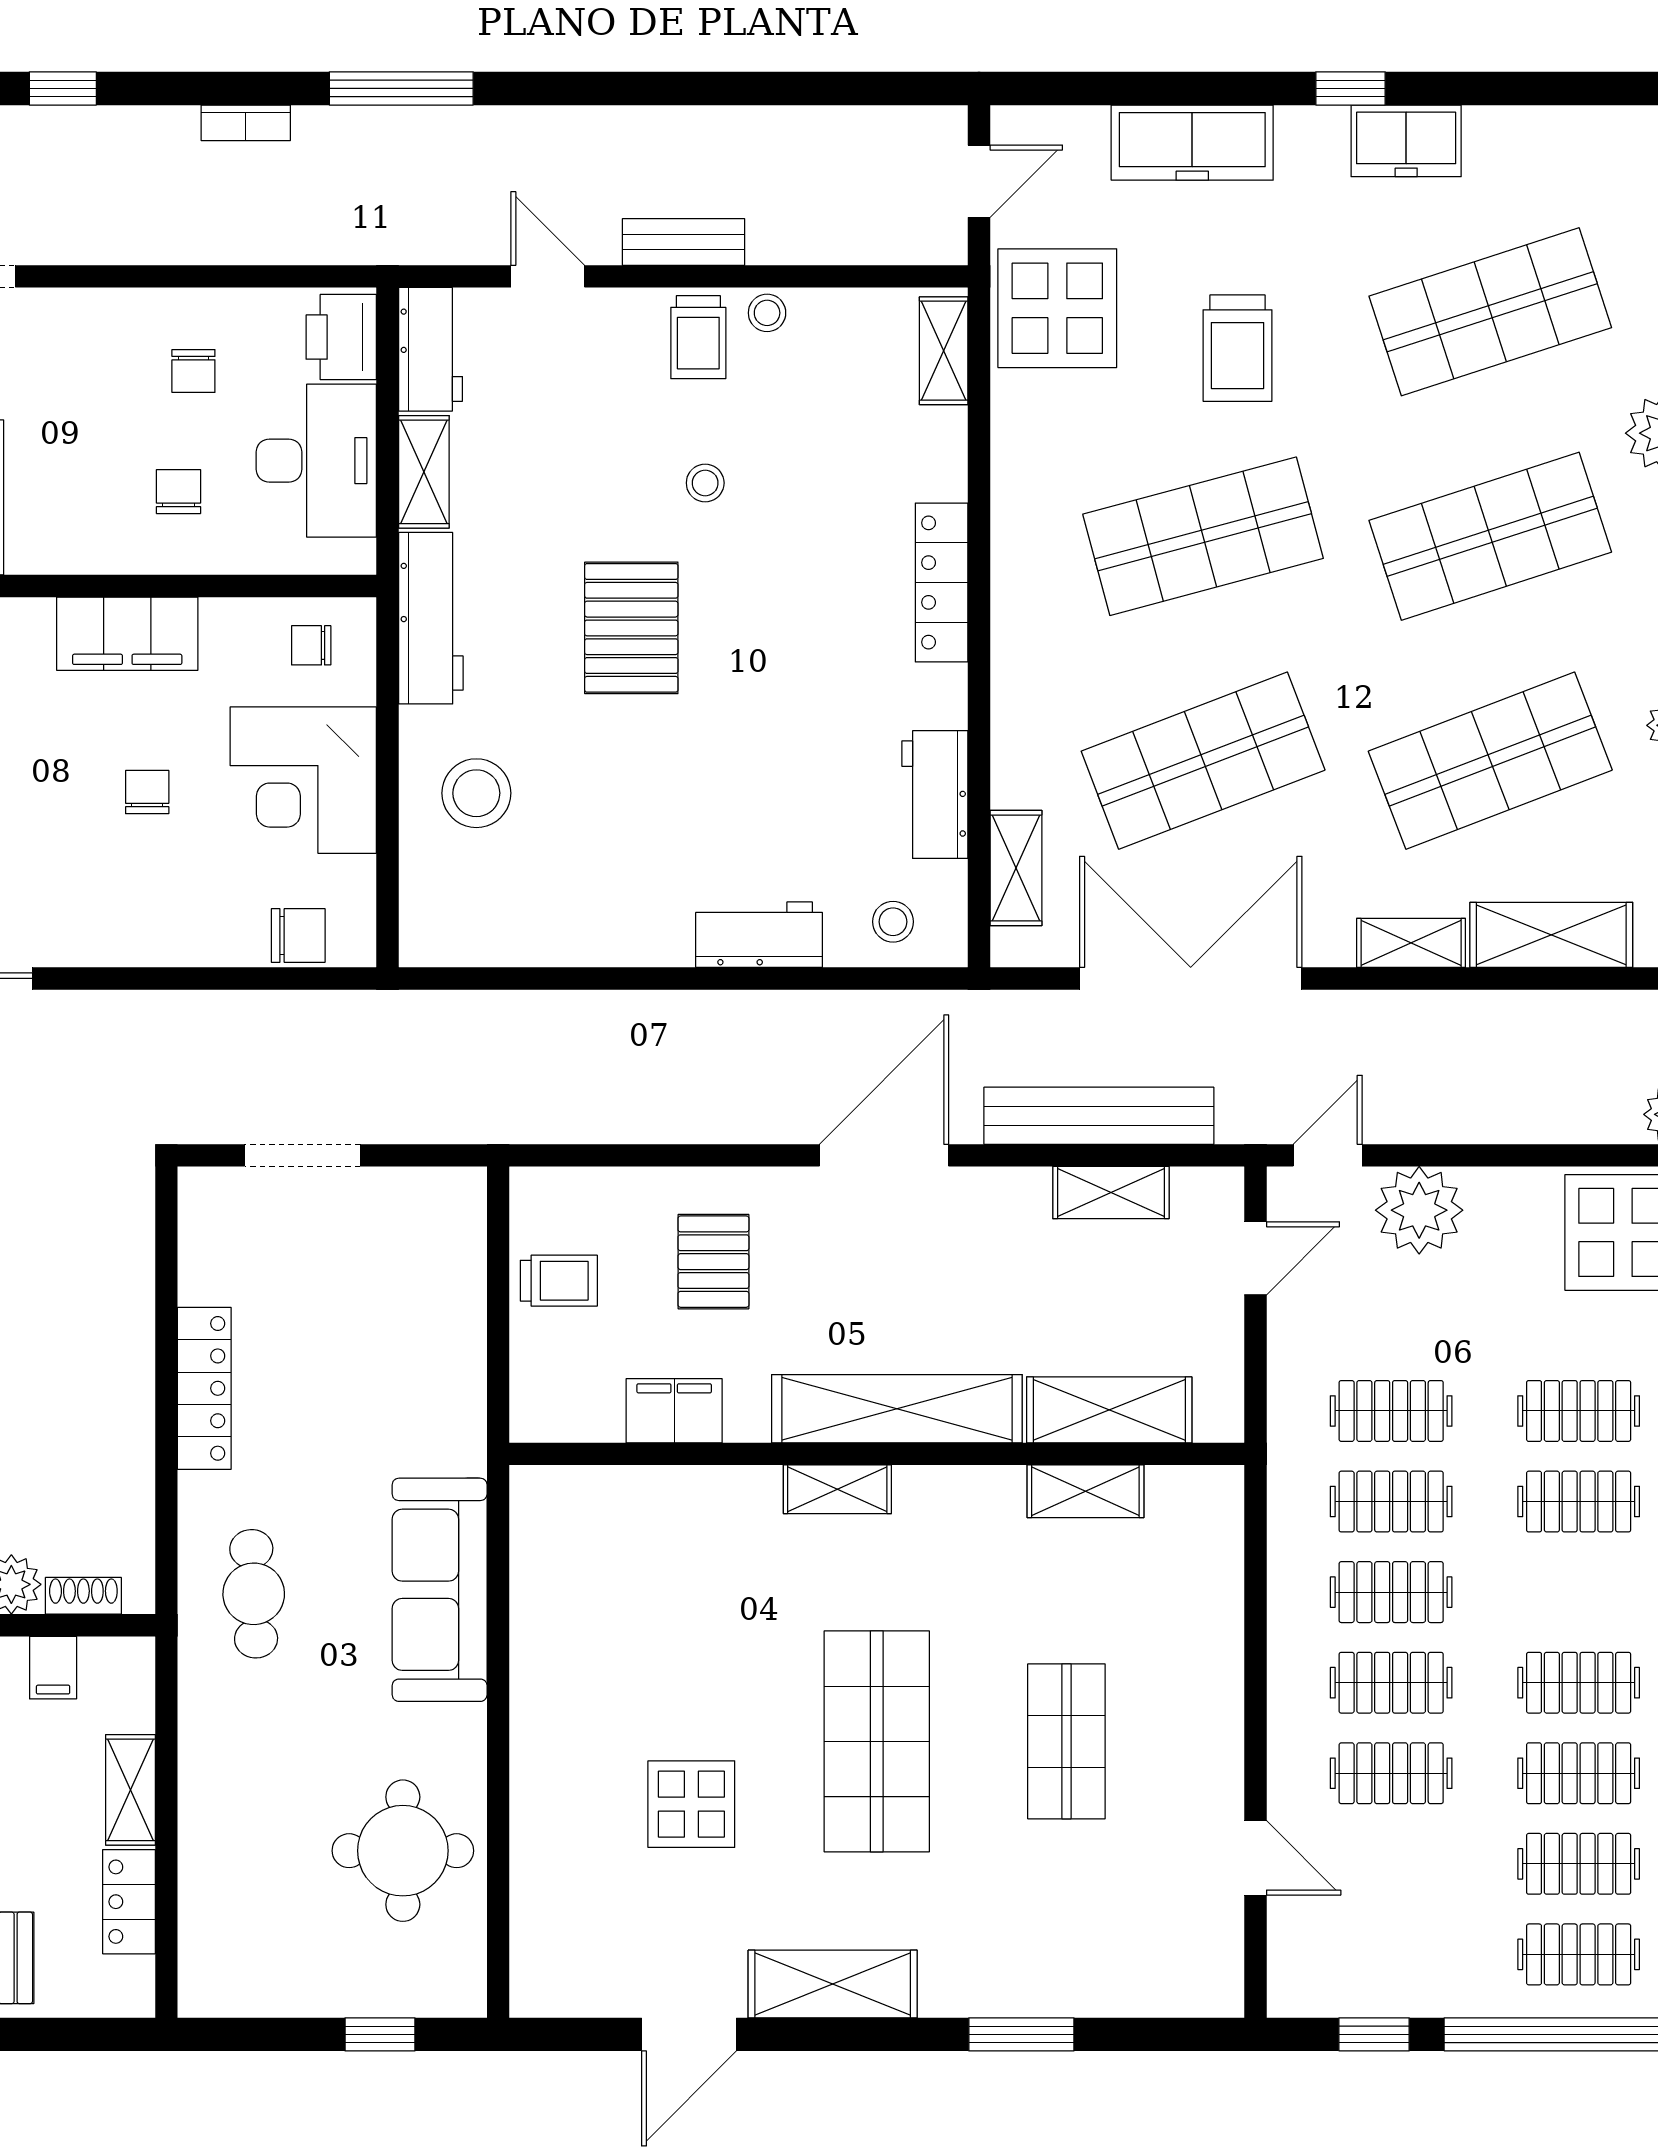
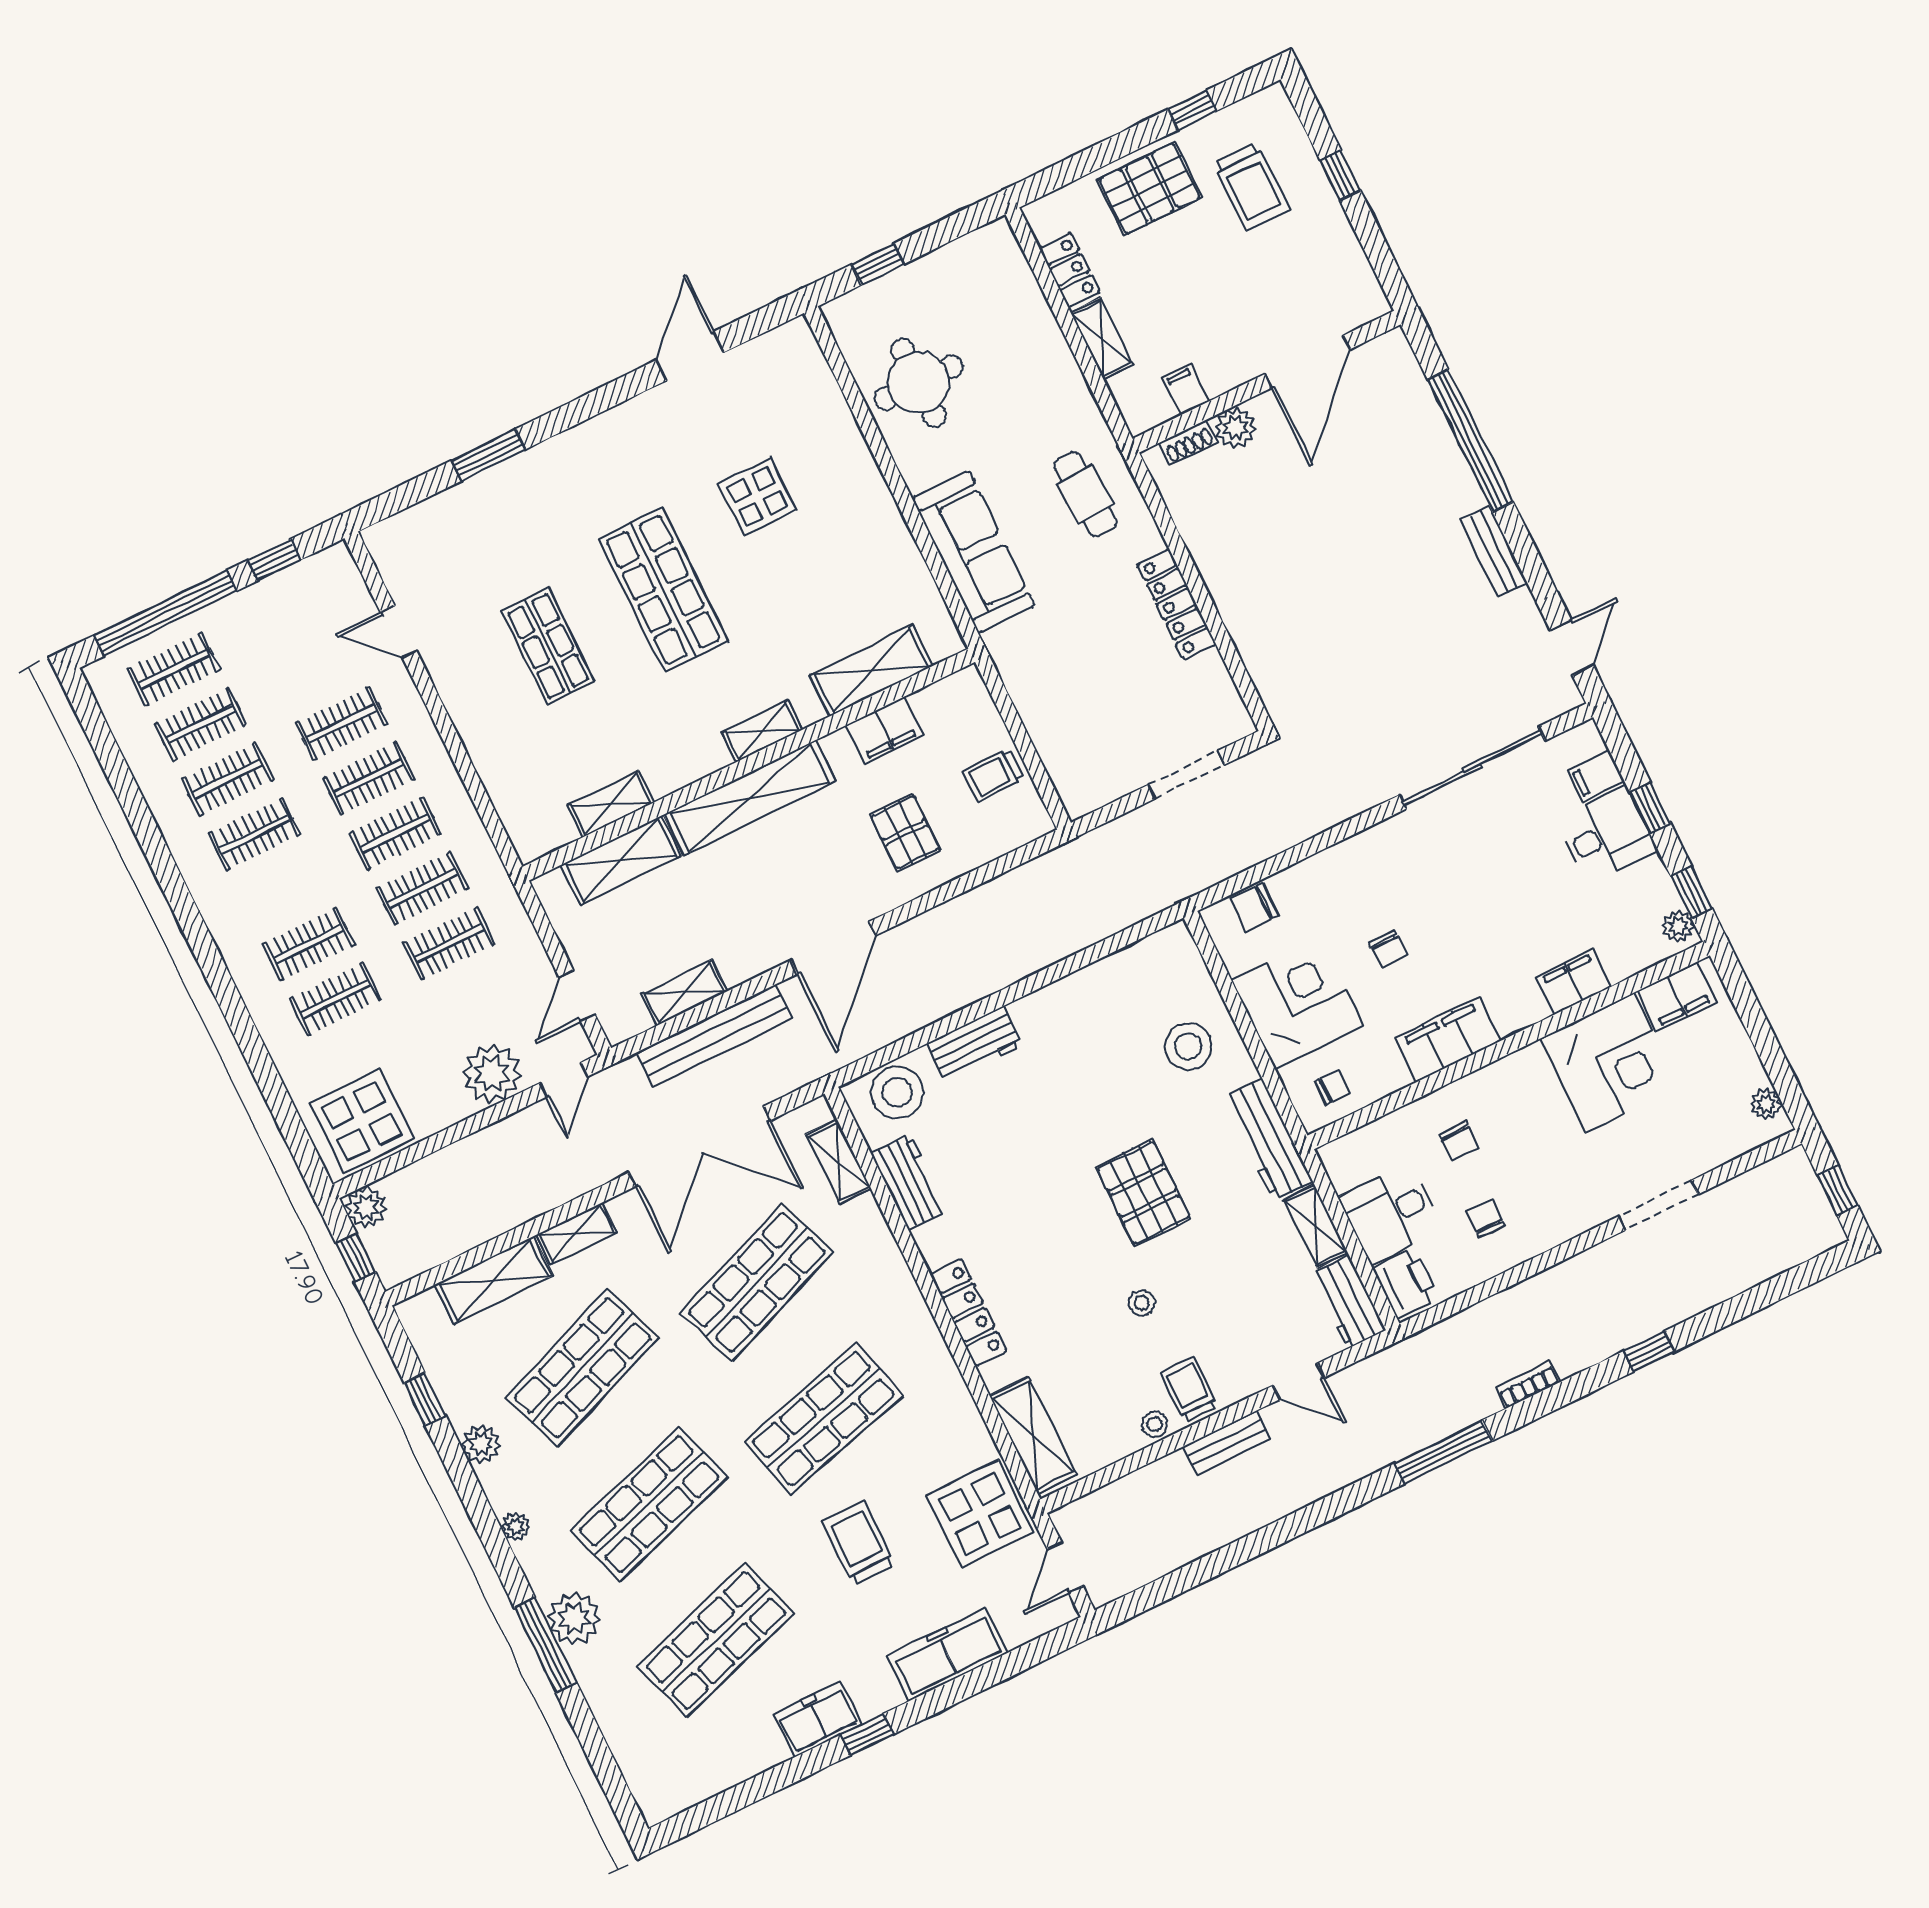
shelving: (944, 351) -> (1033, 1435), width x1.50, depth x1.33
desk: (316, 461) -> (1391, 1213), width x0.73
stool: (893, 922) -> (897, 1092), width x1.89, depth x1.89
shelving: (833, 1984) -> (871, 671), moved

